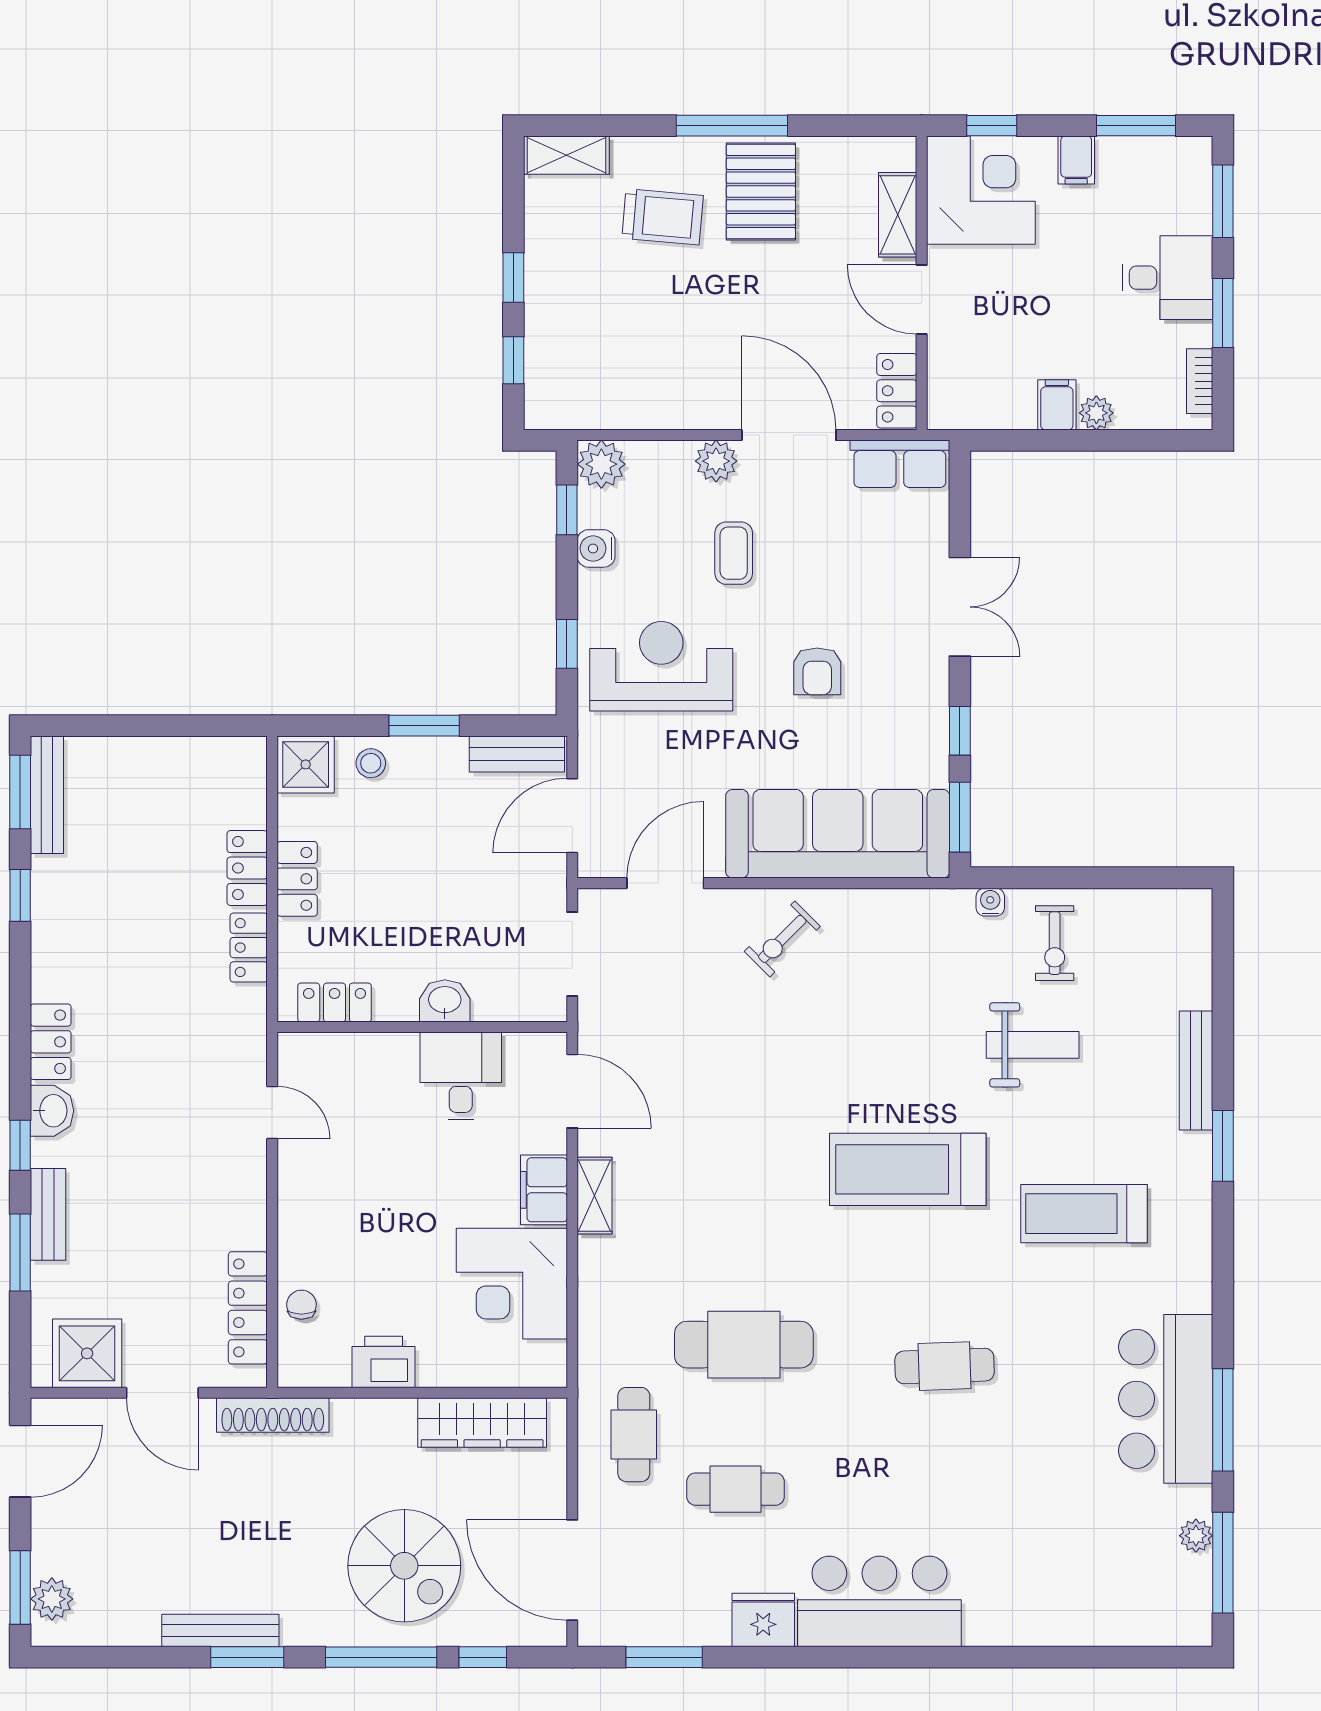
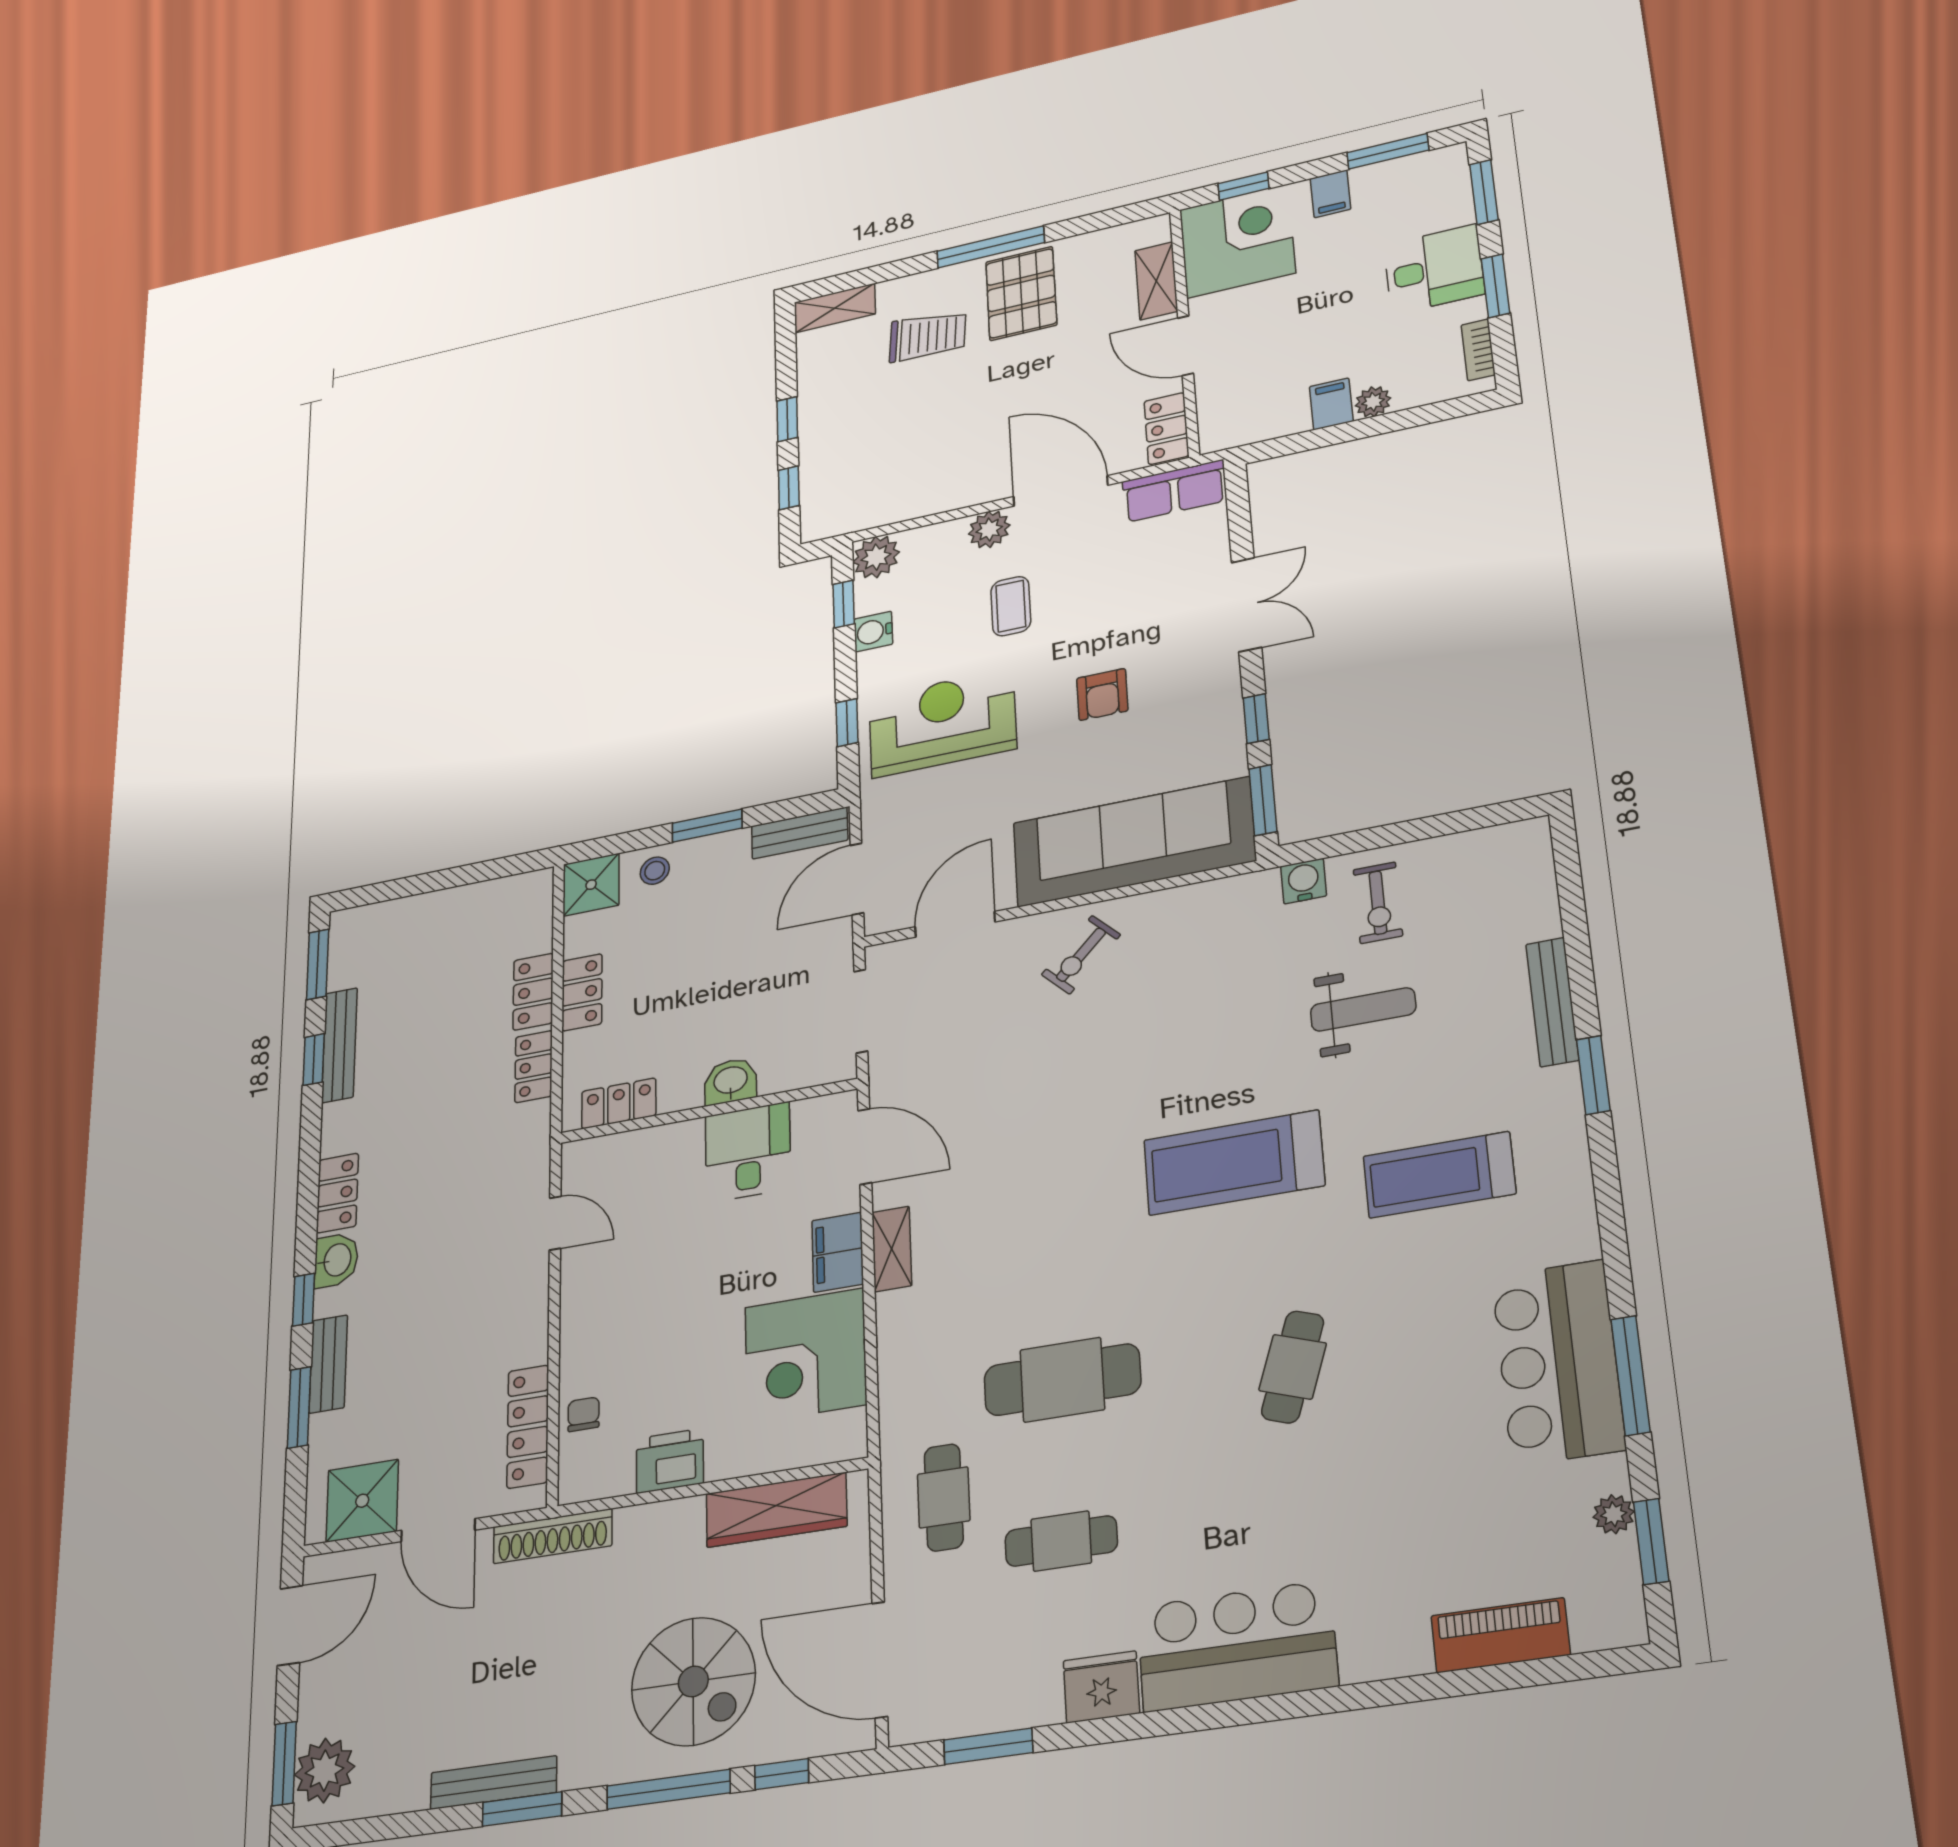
bench: (47, 795) -> (339, 1045), moved
water cooler: (990, 902) -> (1304, 881), width x1.38, depth x1.38
cafe table: (945, 1366) -> (1293, 1367), turned -69
window: (1223, 1563) -> (1651, 1541), width x0.69
plant: (52, 1599) -> (325, 1771), width x1.36, depth x1.36
piano: (1095, 1623) -> (1500, 1635), added

